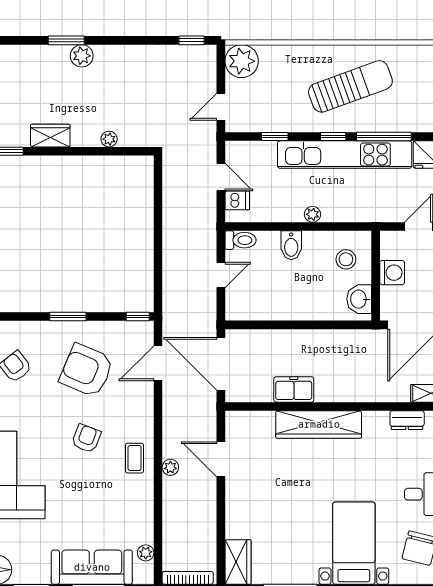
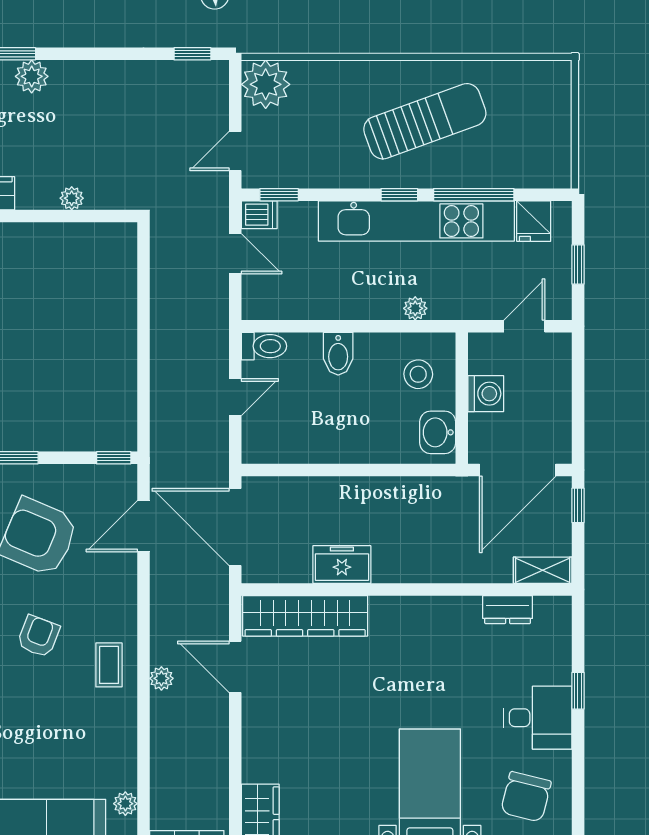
window: (275, 137) -> (279, 195), moved
dishwasher: (237, 200) -> (259, 215), moved
plant: (312, 214) -> (415, 308), moved
wardrobe: (319, 424) -> (305, 616), moved

